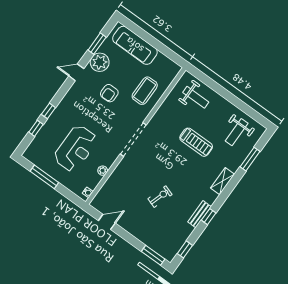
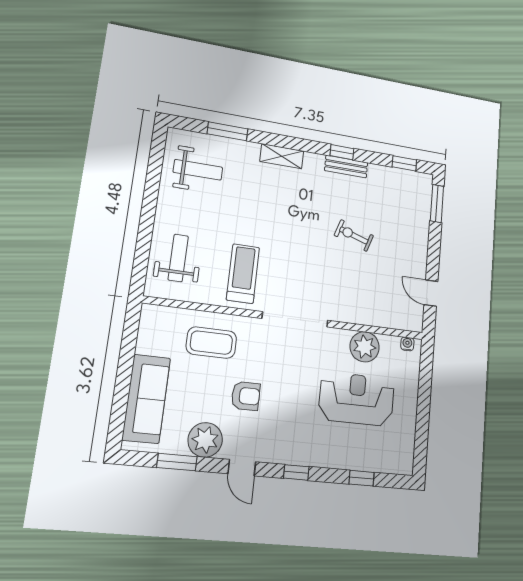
window: (48, 111) -> (296, 472), moved
treadmill: (196, 142) -> (243, 274), moved
plant: (103, 171) -> (365, 347), width x1.88, depth x1.88
window: (44, 177) -> (422, 421), removed

